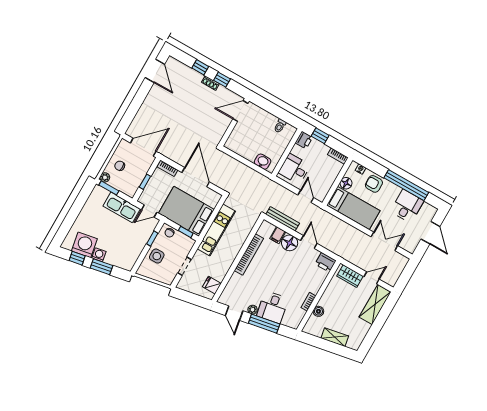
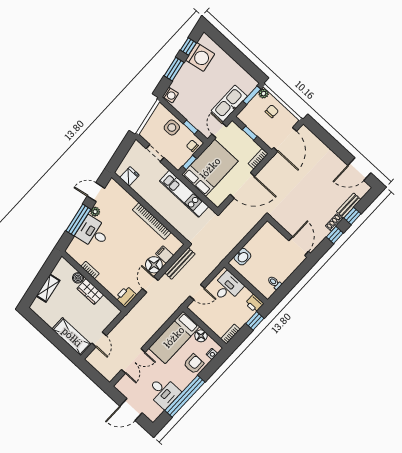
bench: (191, 73) -> (349, 206), added
door: (309, 242) -> (150, 284), swing flipped
washing machine: (99, 255) -> (170, 95), moved
wardrobe: (350, 276) -> (90, 292), moved, turned -90

